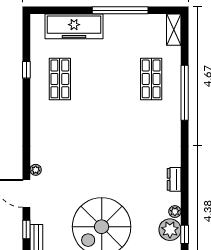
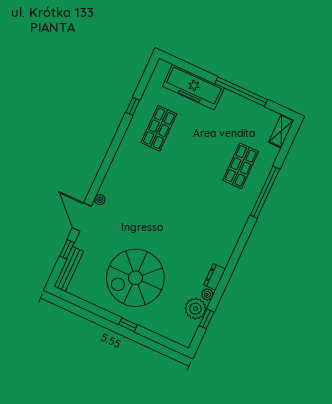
dresser: (174, 179) -> (215, 277), moved

